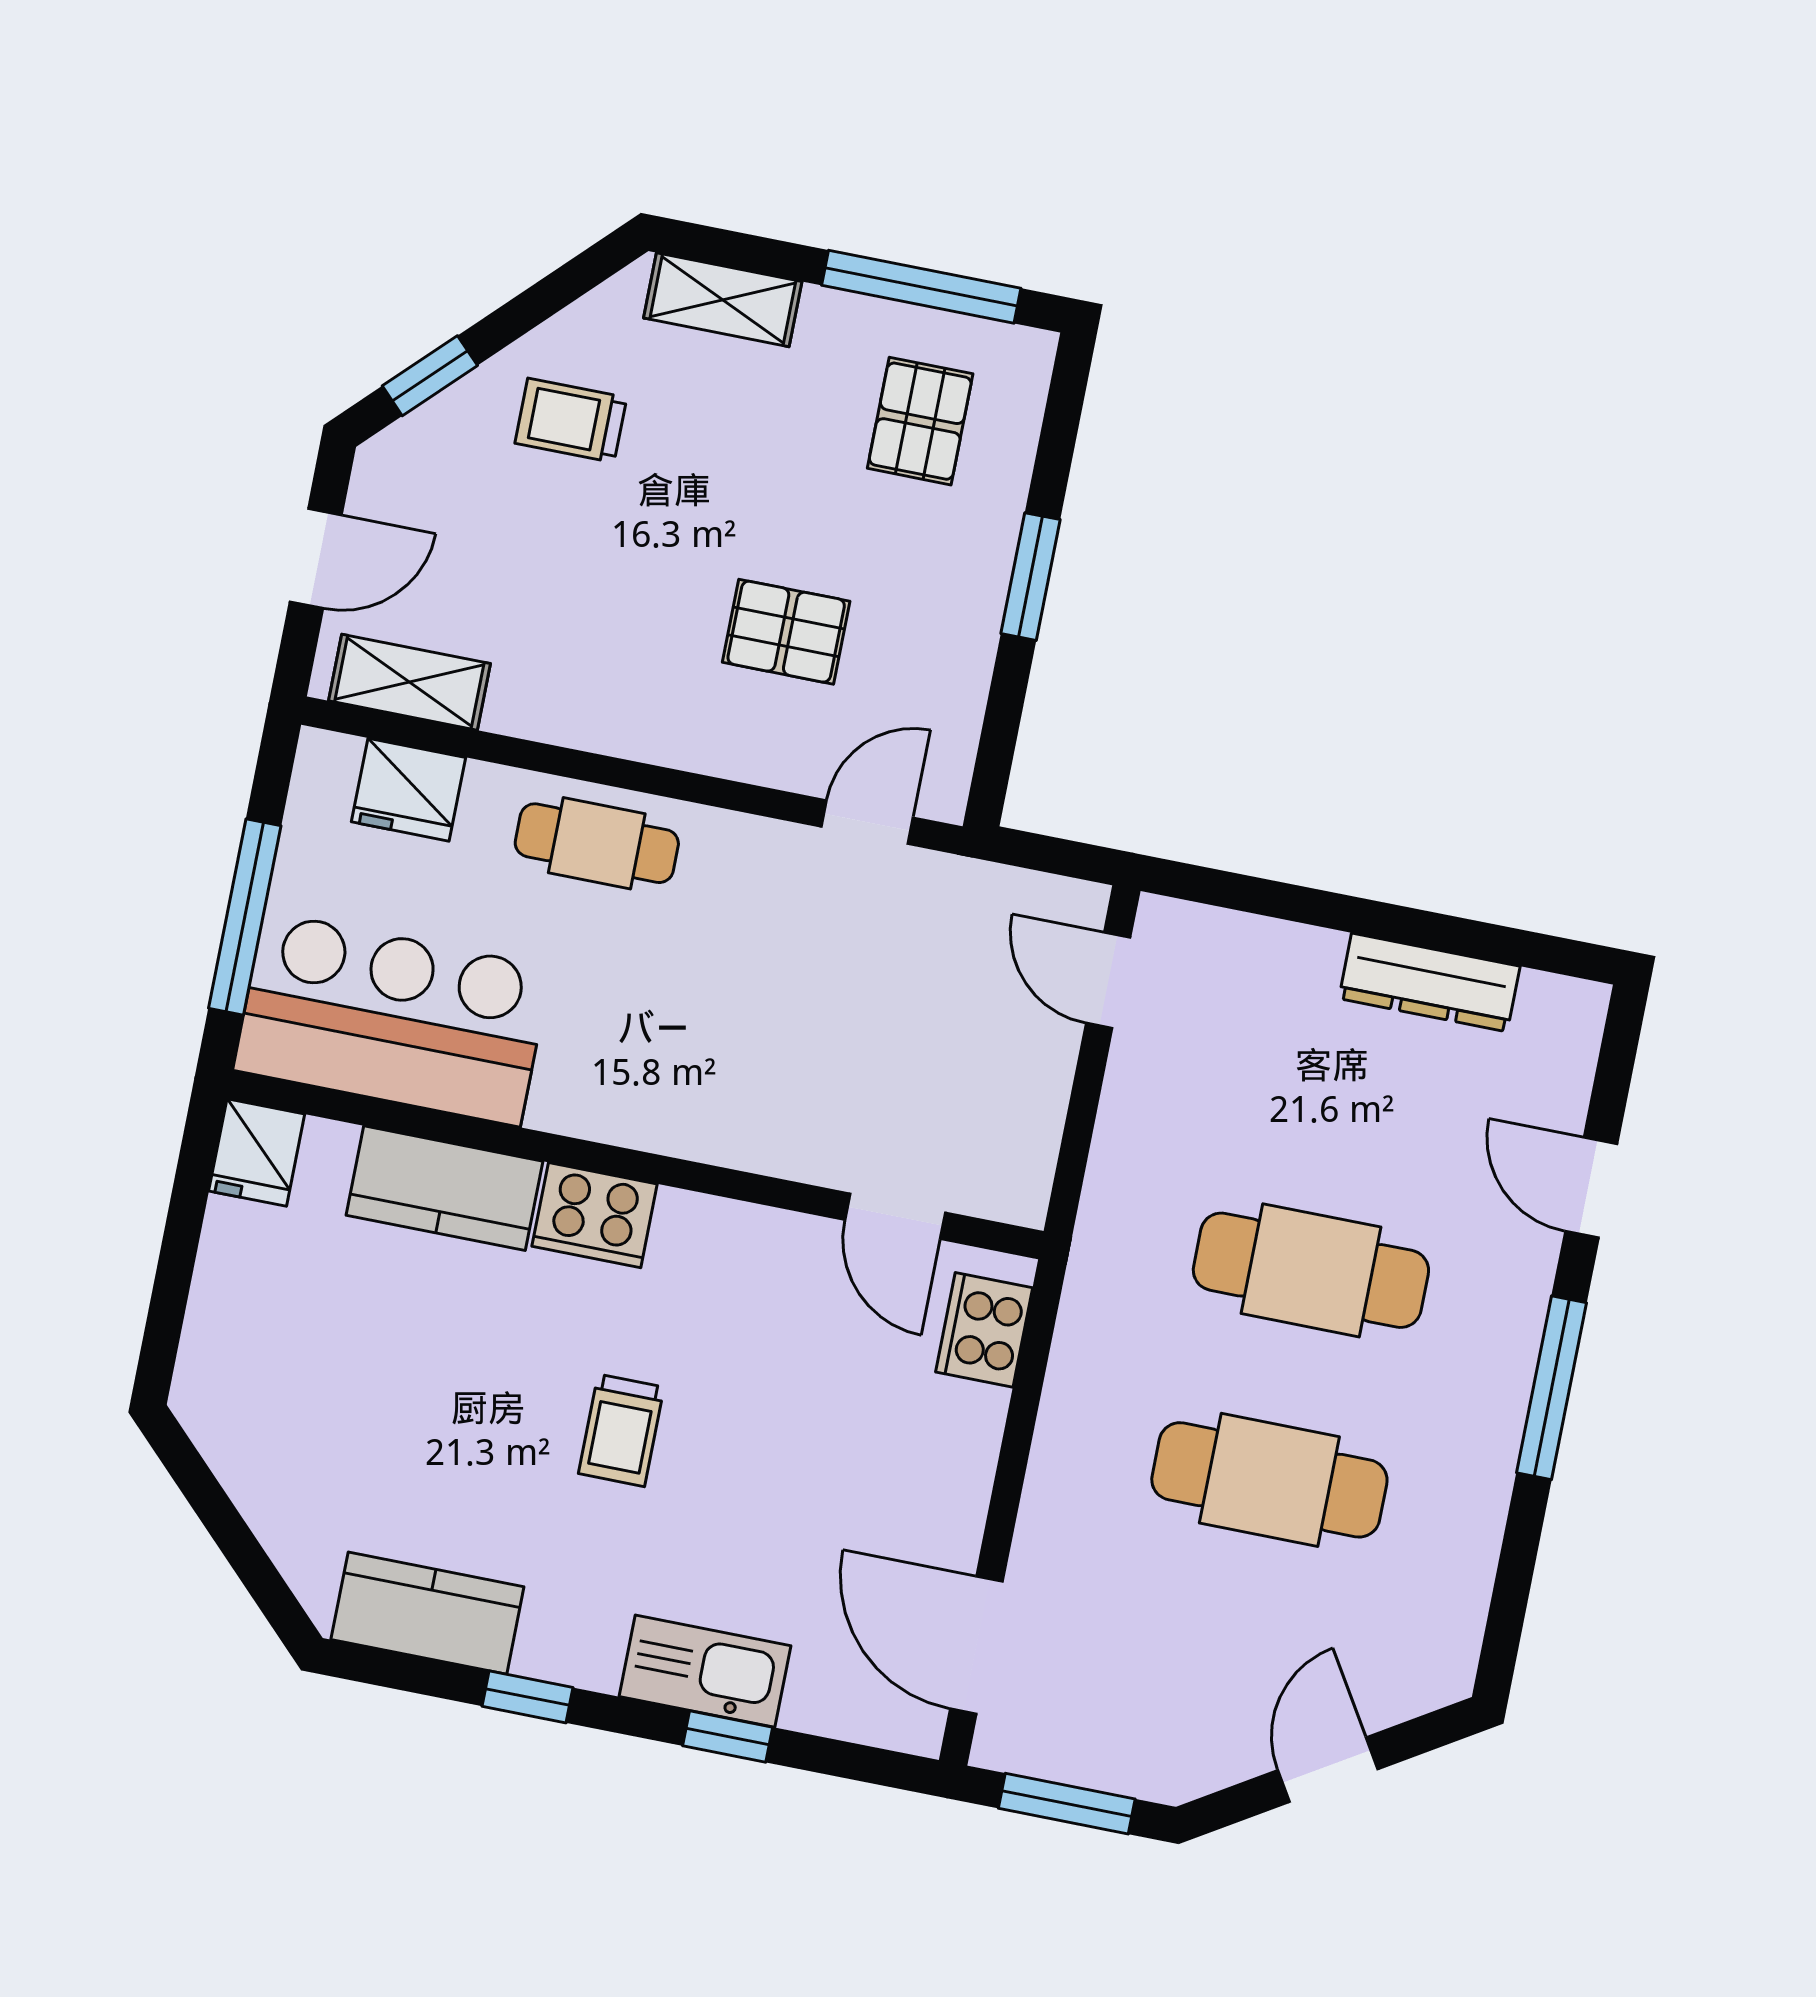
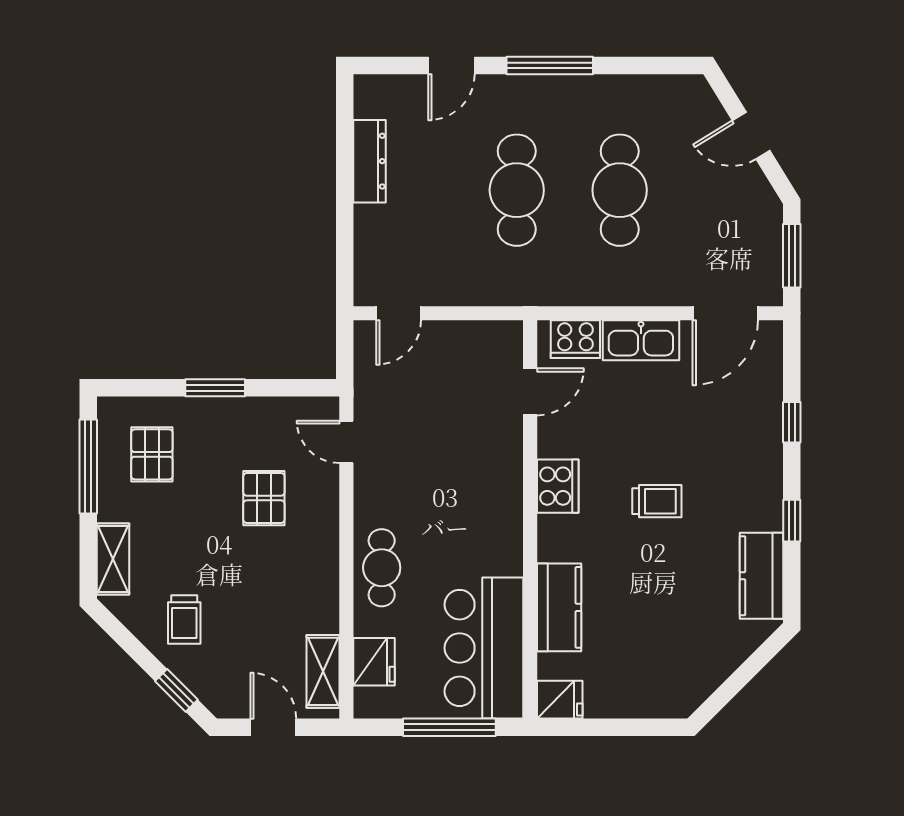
pallet: (920, 421) -> (152, 454), turned 90
cooker: (595, 1215) -> (558, 486), moved
kitchen sink: (705, 1671) -> (641, 340), moved, turned -90

